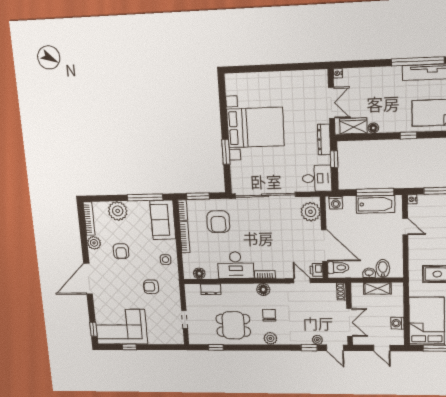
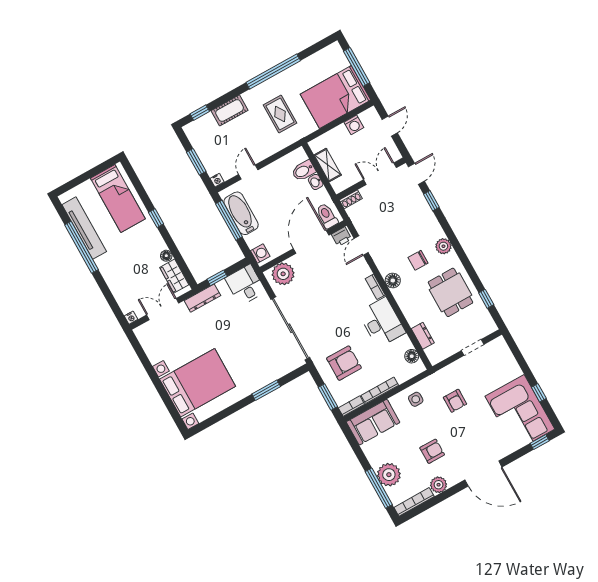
bed with nightstands: (255, 127) -> (198, 383), moved, turned 90
window: (145, 197) -> (379, 488), moved
plant: (317, 340) -> (418, 197), removed

